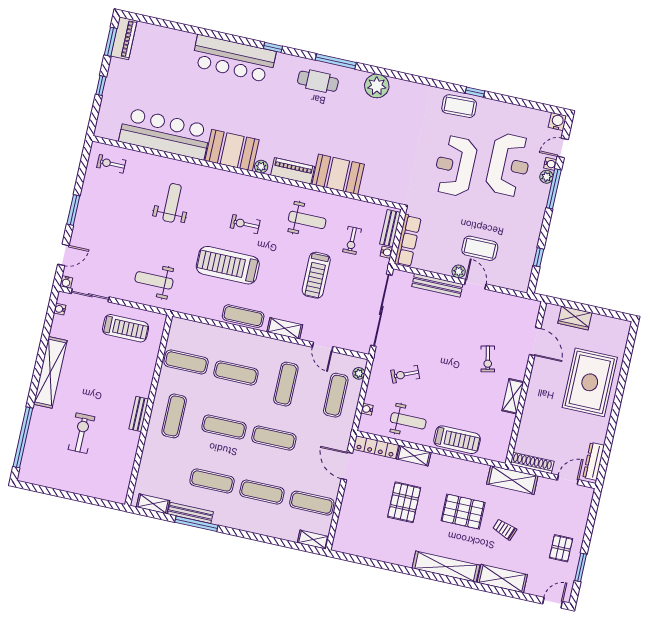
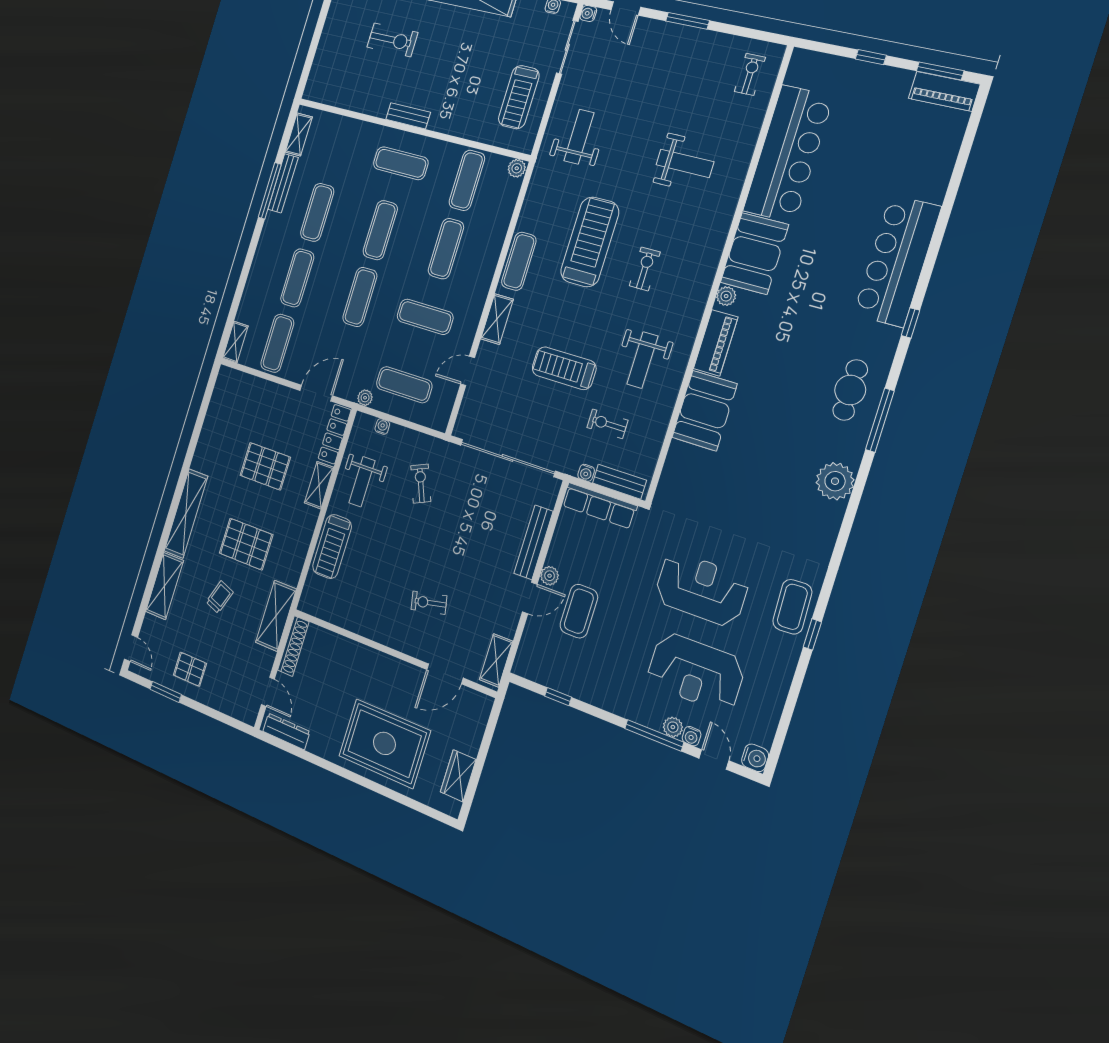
wardrobe: (575, 318) -> (458, 776), moved
plant: (177, 325) -> (517, 168), added
plant: (359, 373) -> (365, 398), moved
shelving: (513, 396) -> (496, 660), moved, turned 90
pallet: (463, 512) -> (246, 544), turned 90

